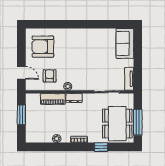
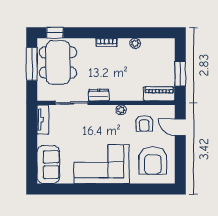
corner sofa: (83, 44) -> (102, 164), added
armchair: (43, 47) -> (153, 161), turned 90
dresser: (74, 98) -> (99, 95), moved
piano: (53, 99) -> (159, 94), moved
window: (101, 147) -> (55, 33), moved

